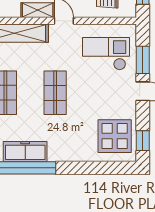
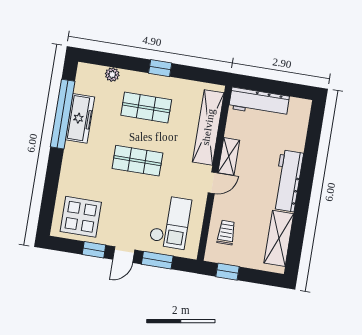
window: (143, 141) -> (94, 250), moved

